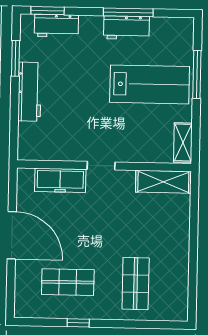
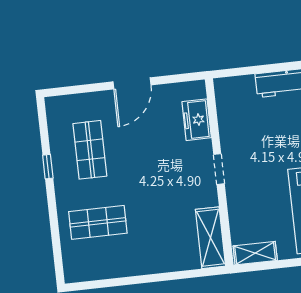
freezer: (60, 180) -> (197, 120), width x0.71
door: (12, 235) -> (132, 83), width x0.73

